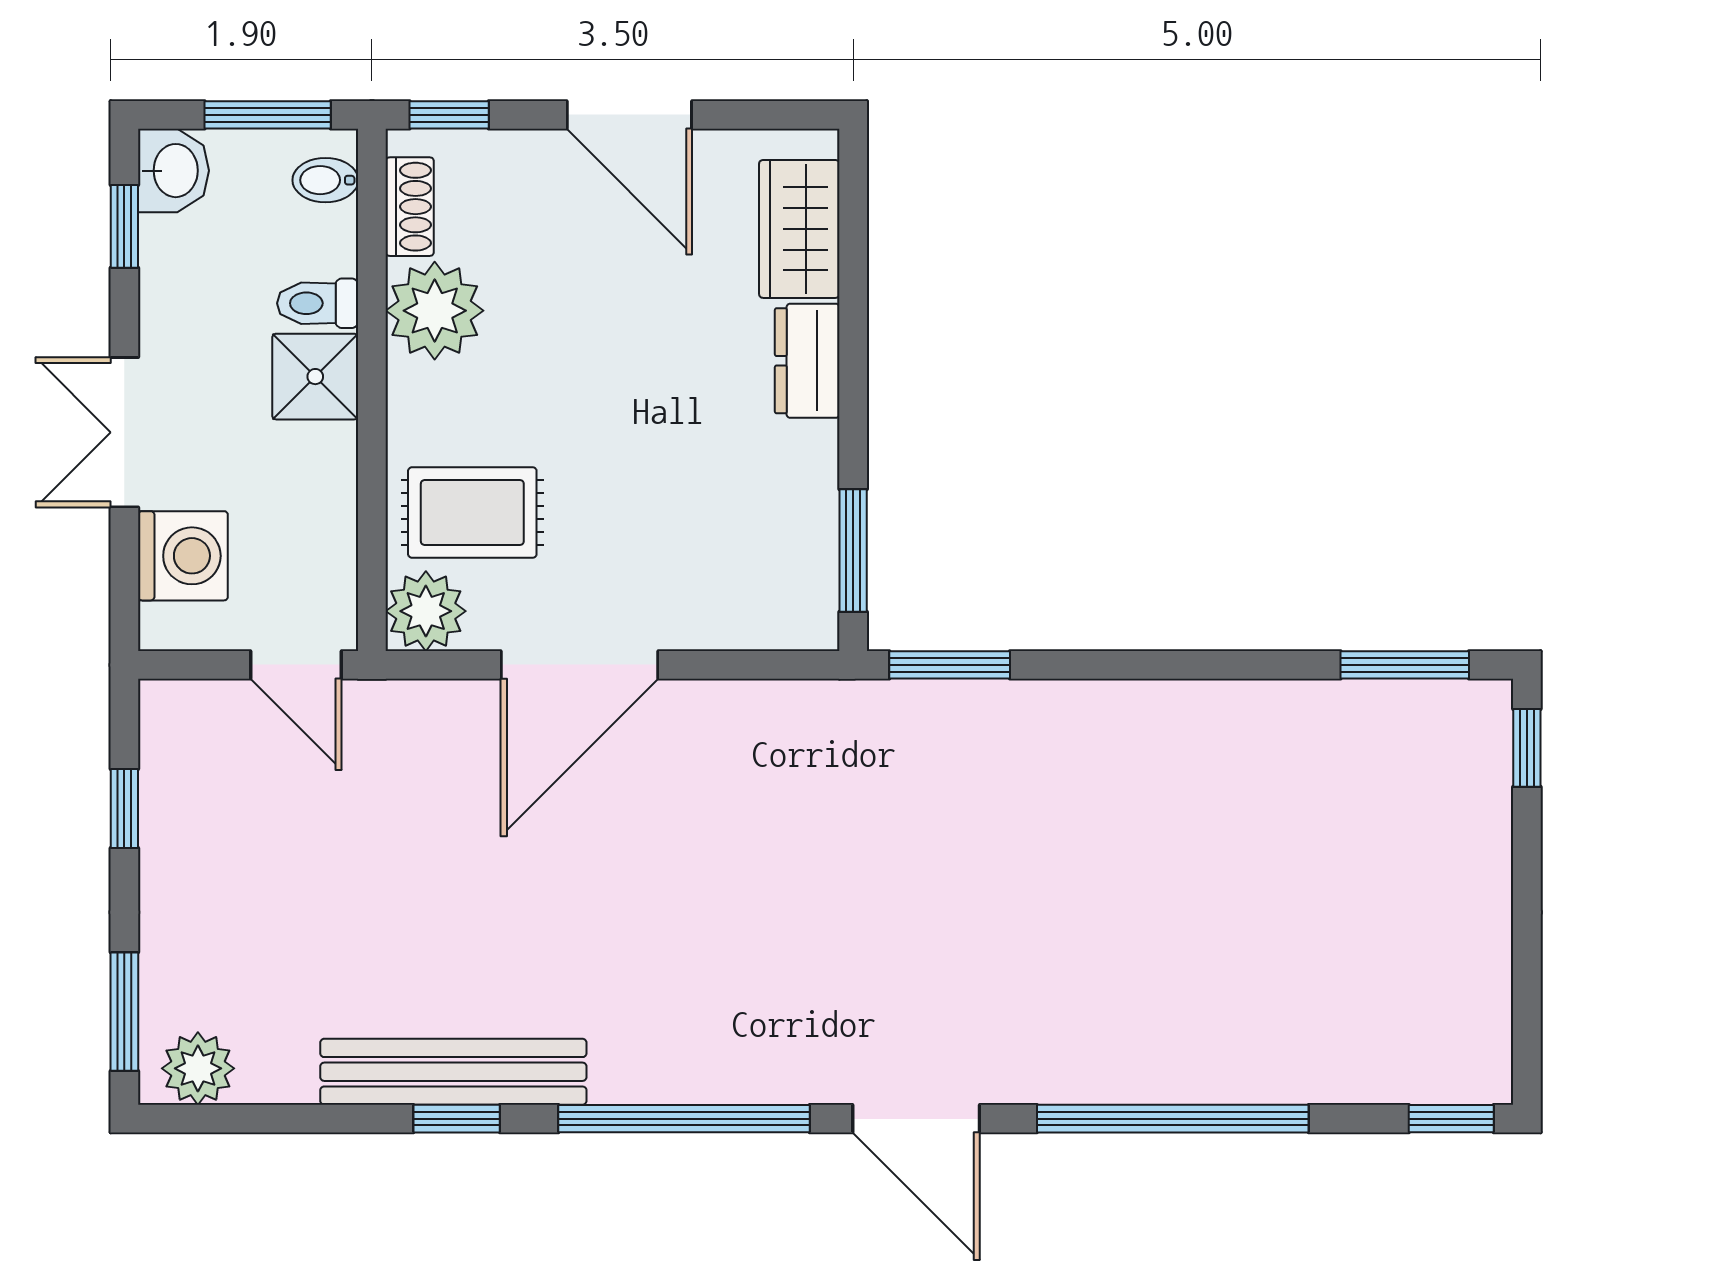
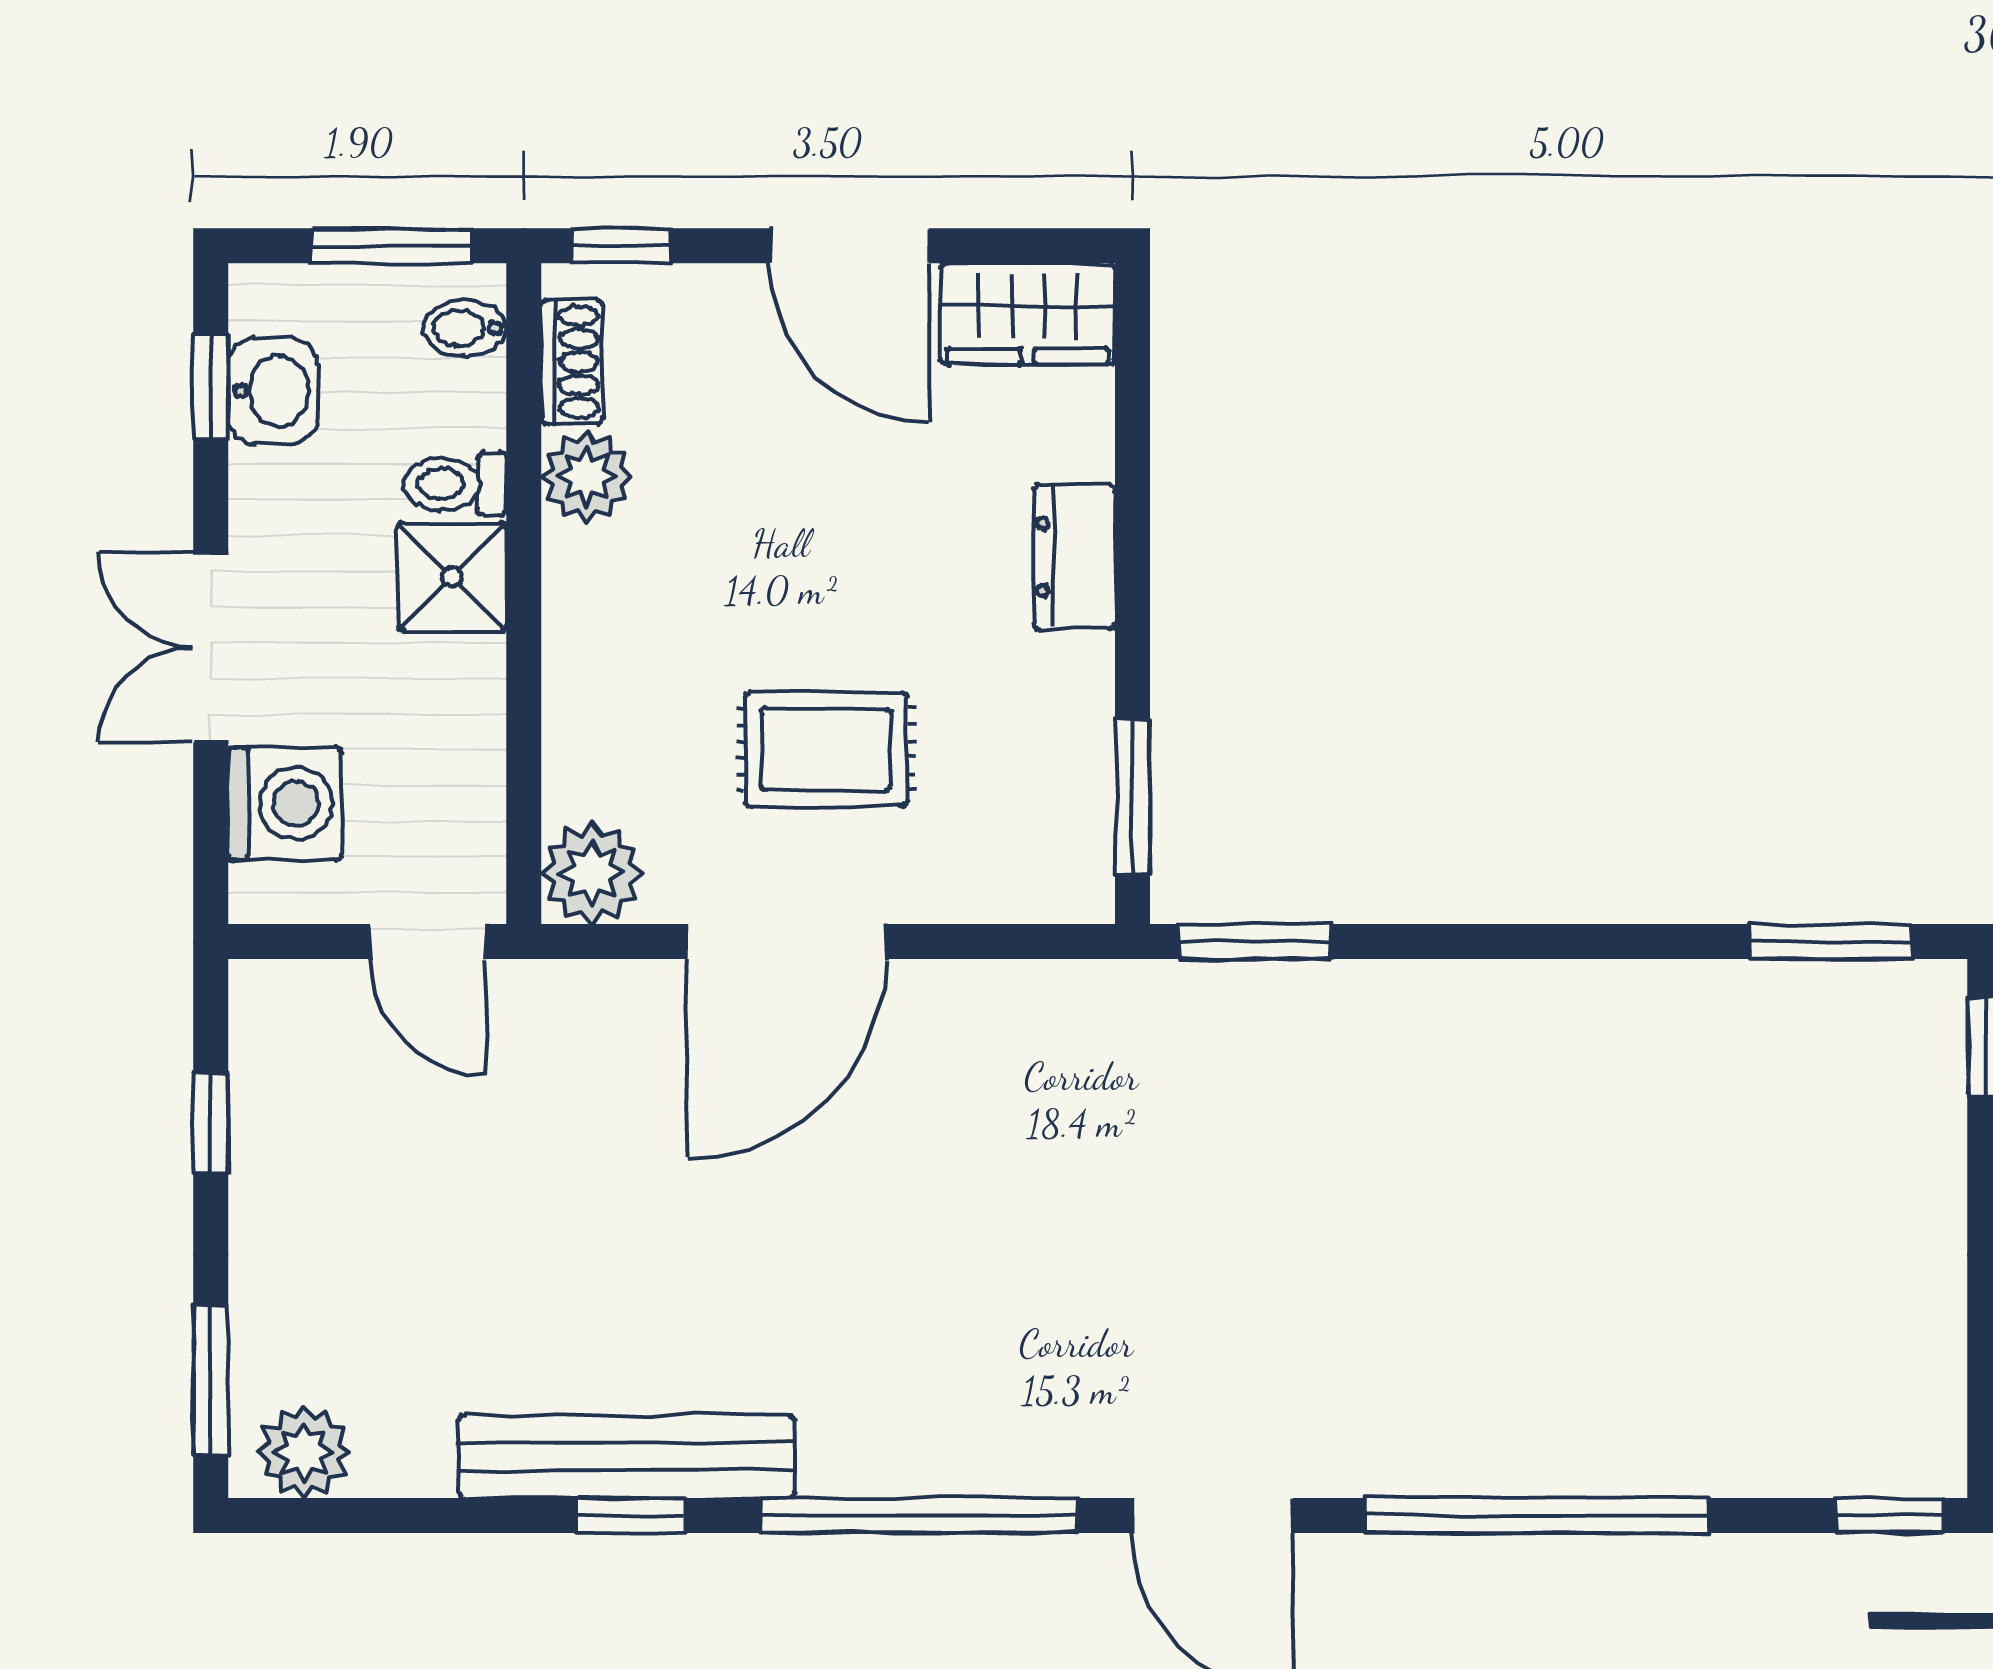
washbasin: (174, 171) -> (273, 391), moved
wardrobe: (799, 229) -> (1028, 314), moved, turned -90
plant: (435, 311) -> (587, 477), width x0.73, depth x0.73
rug: (472, 513) -> (826, 749), moved

